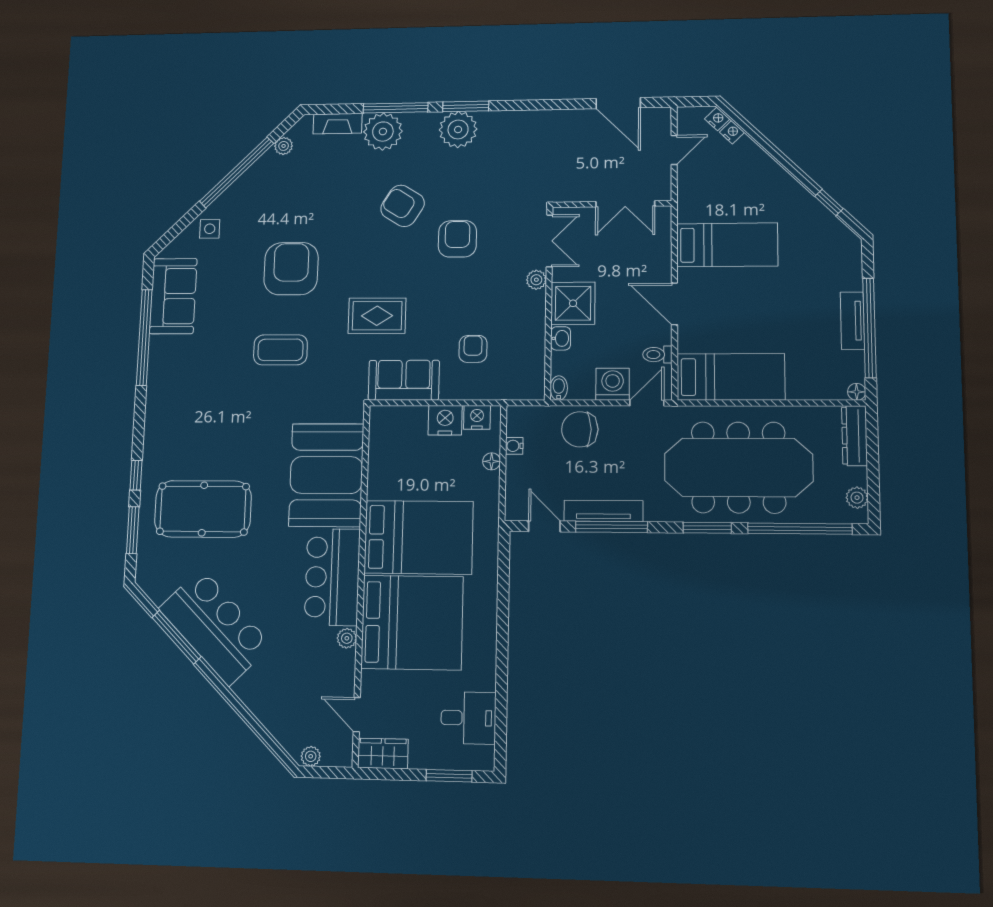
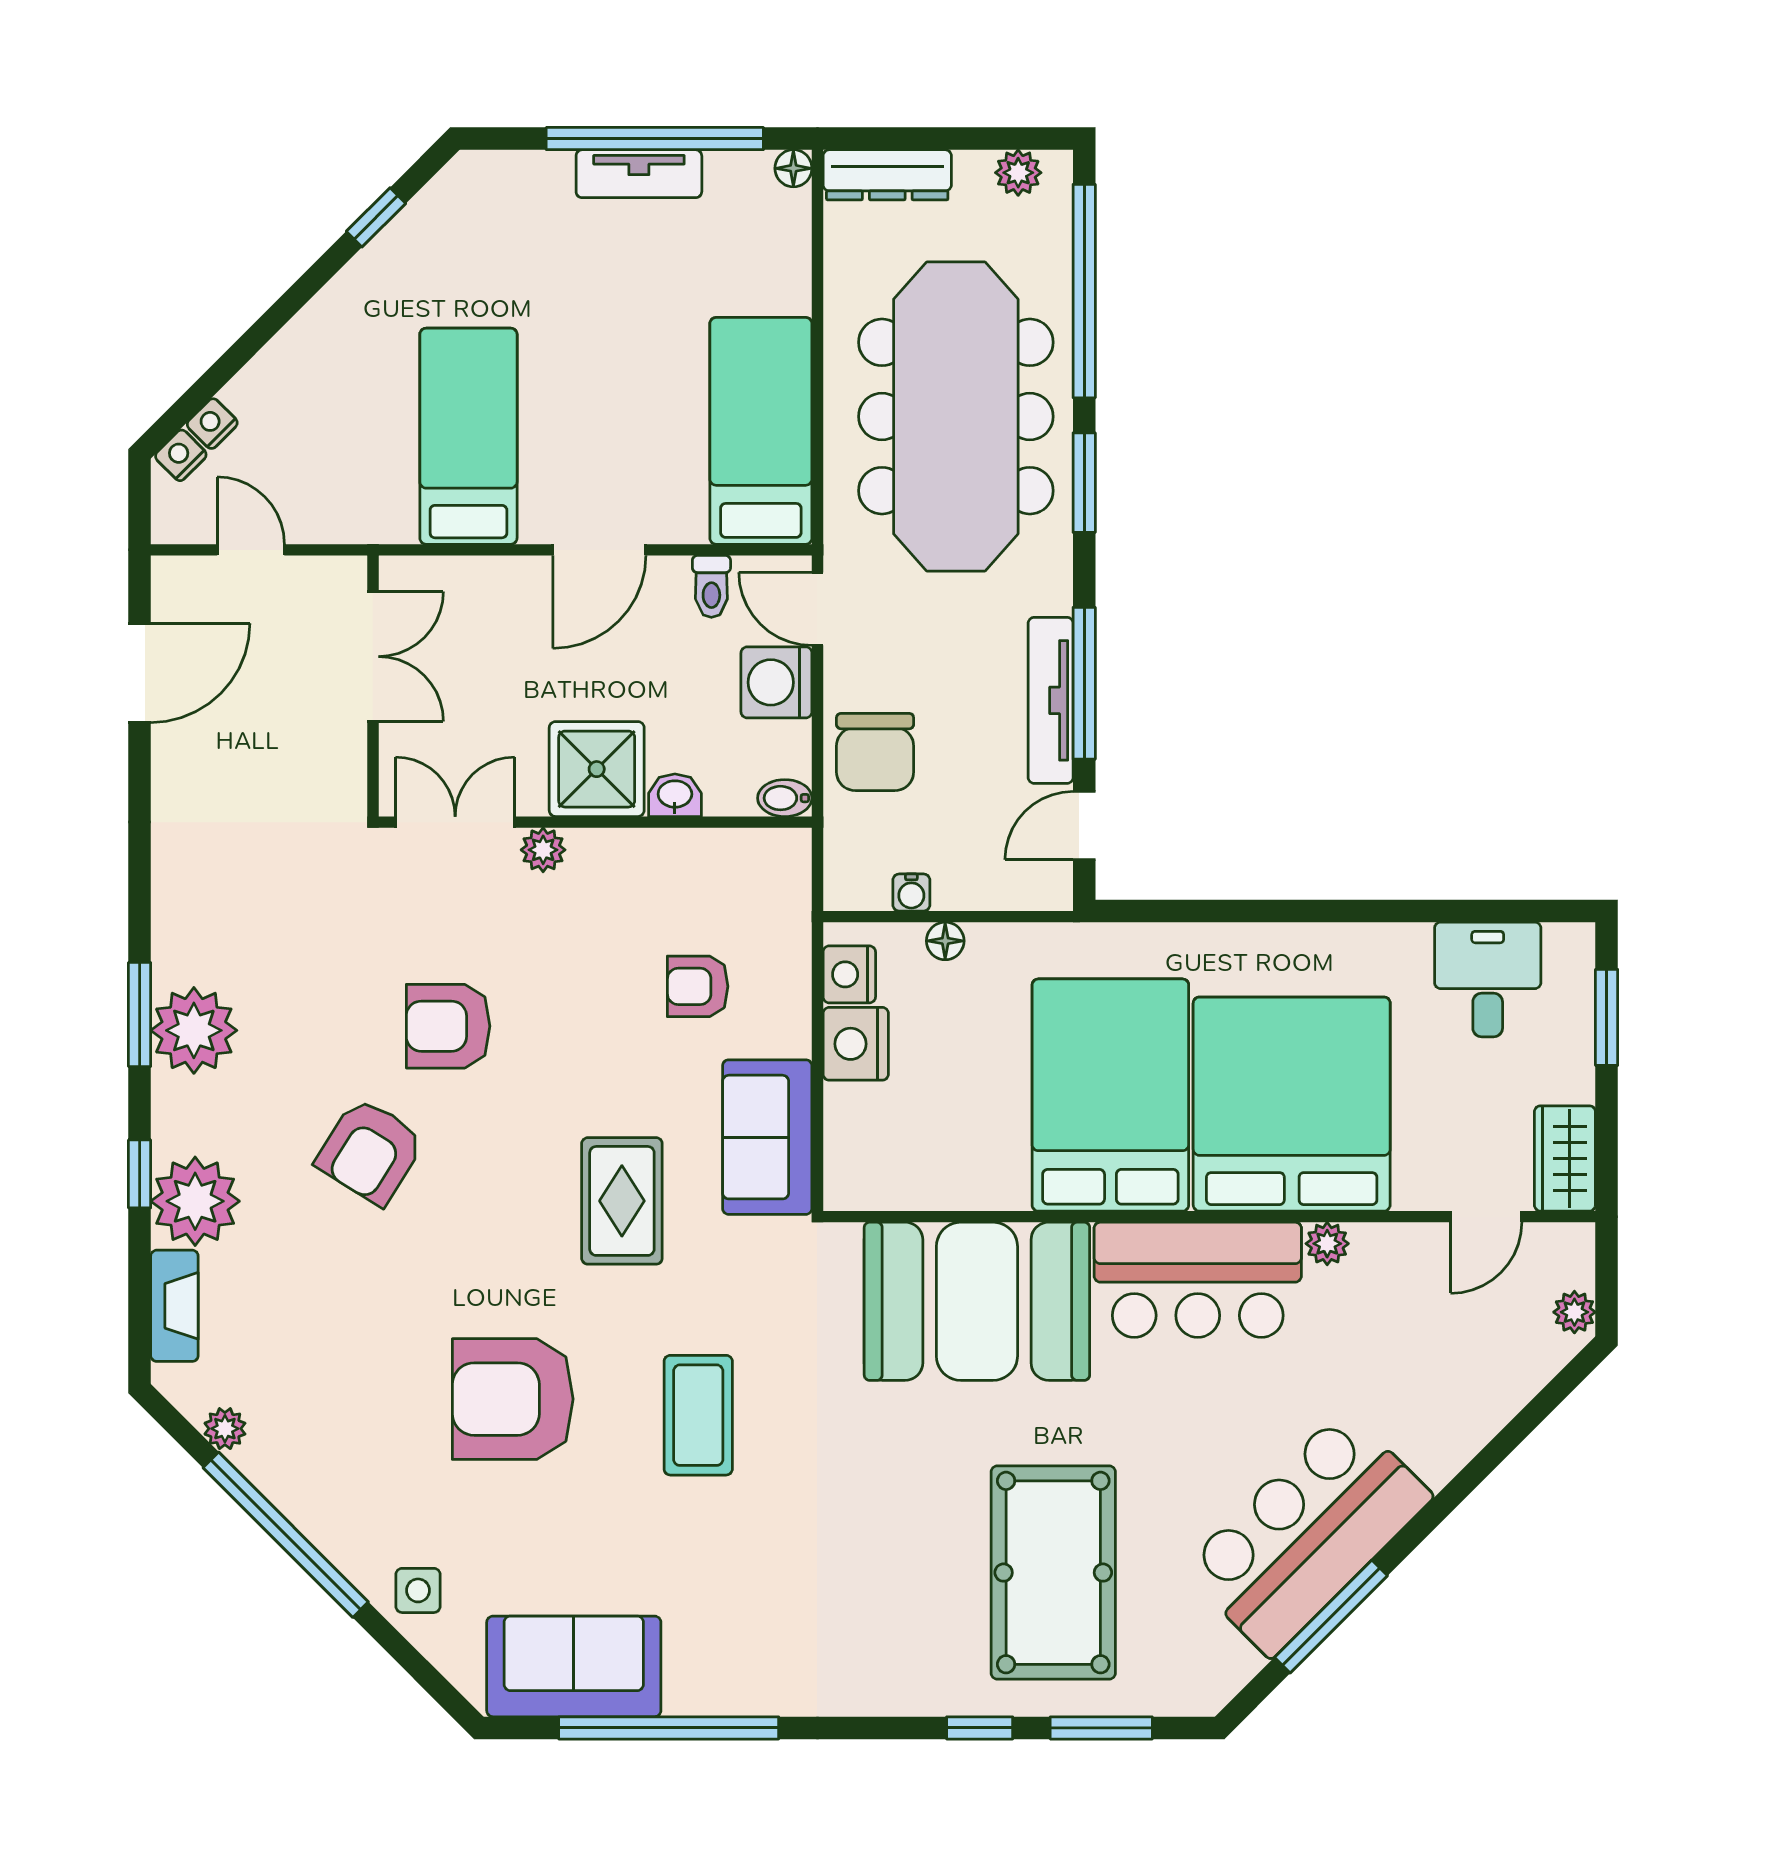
window: (396, 108) -> (140, 1174), width x0.46

